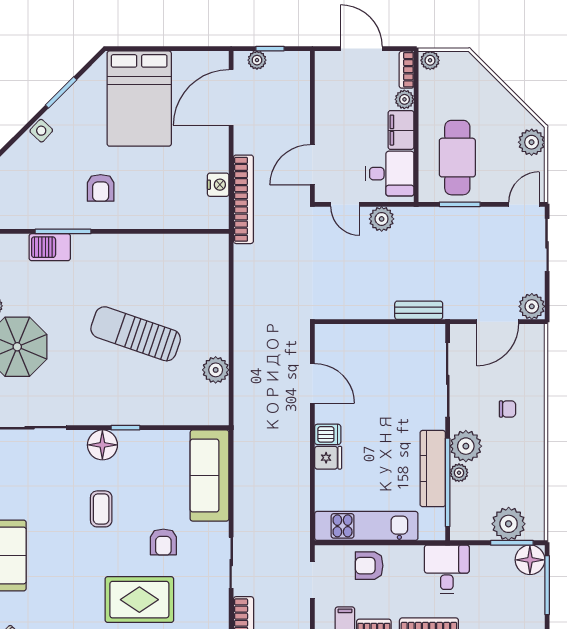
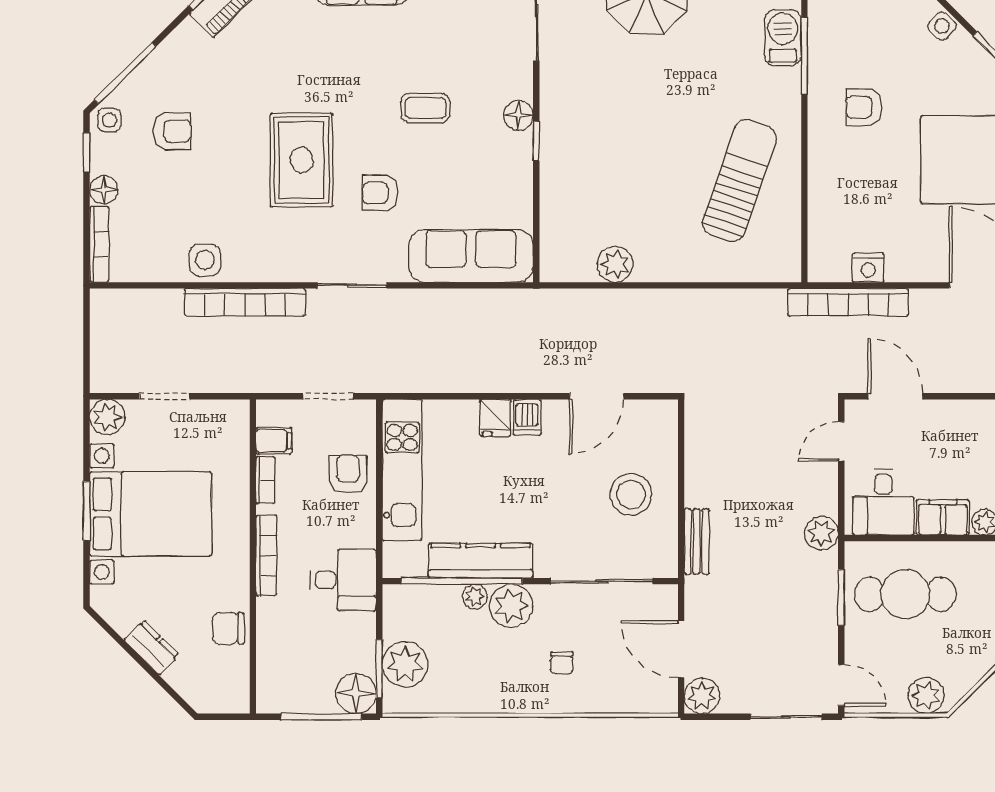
plant: (382, 219) -> (821, 533), moved
sun lounger: (136, 334) -> (739, 181), moved
stool: (384, 358) -> (631, 494), added
floor lamp: (102, 445) -> (518, 115), width x0.73, depth x0.73

